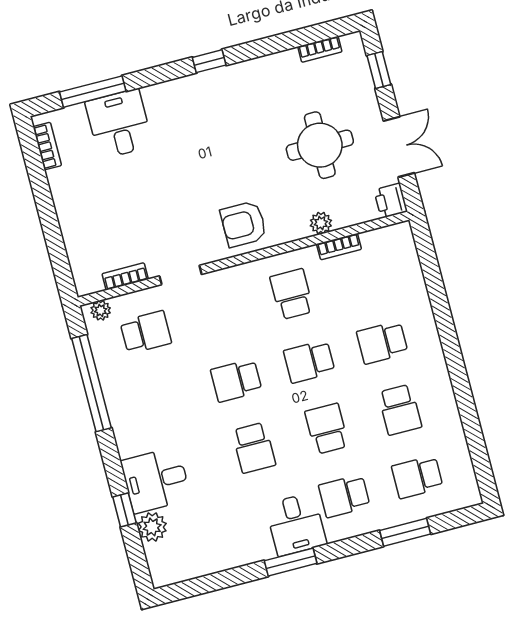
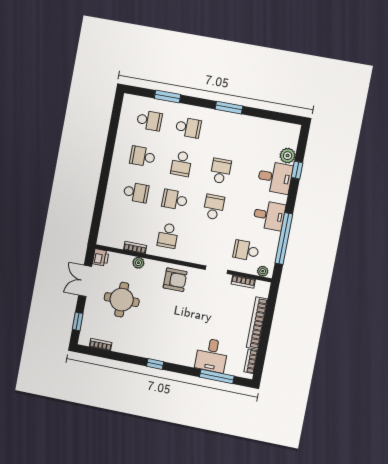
bookcase: (68, 217) -> (257, 323), added
school desk: (309, 361) -> (175, 200), turned 180
school desk: (236, 380) -> (214, 207), turned -90
school desk: (400, 410) -> (143, 156), turned -90
desk: (296, 524) -> (269, 215), moved, turned 90

